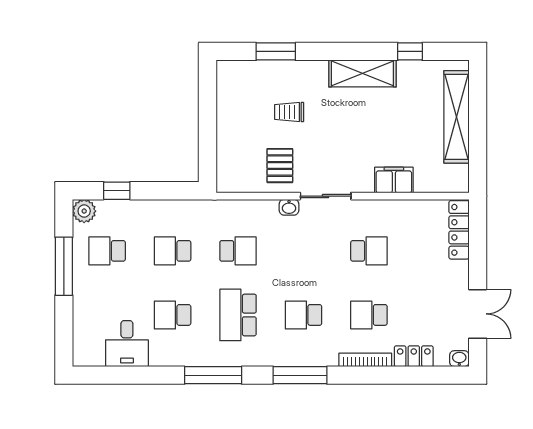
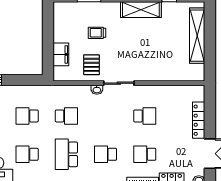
filing cabinet: (394, 180) -> (61, 54), moved, turned 90
locker: (459, 230) -> (199, 120), moved

